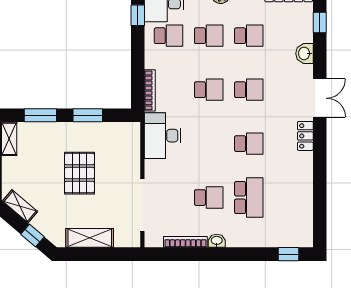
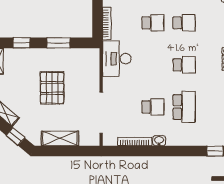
window: (40, 115) -> (22, 43), width x0.67

